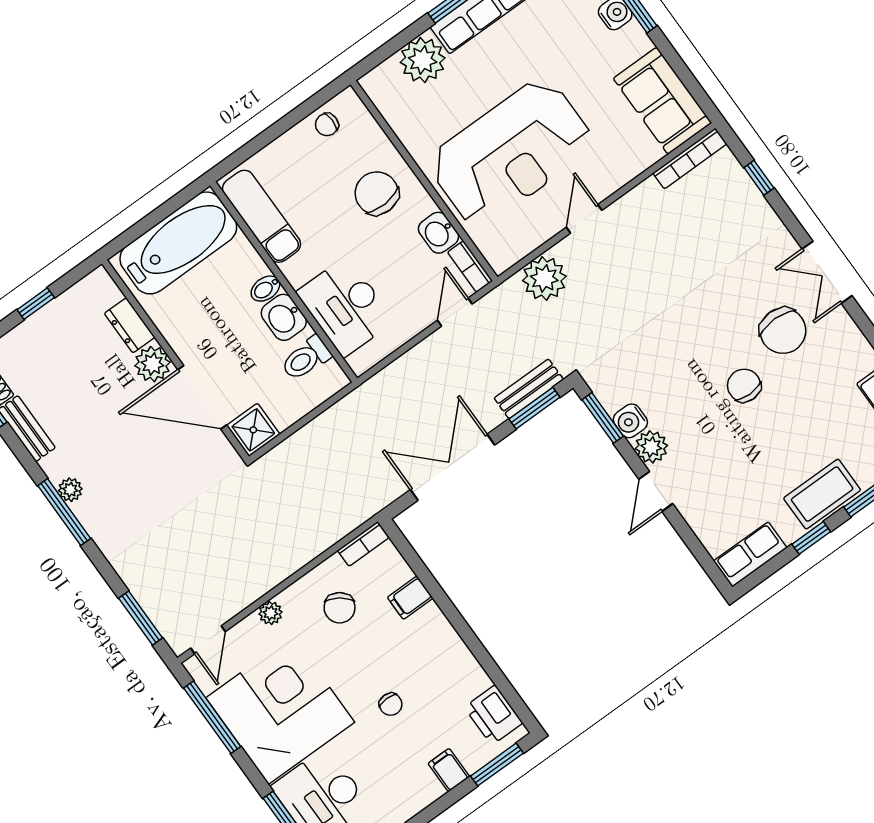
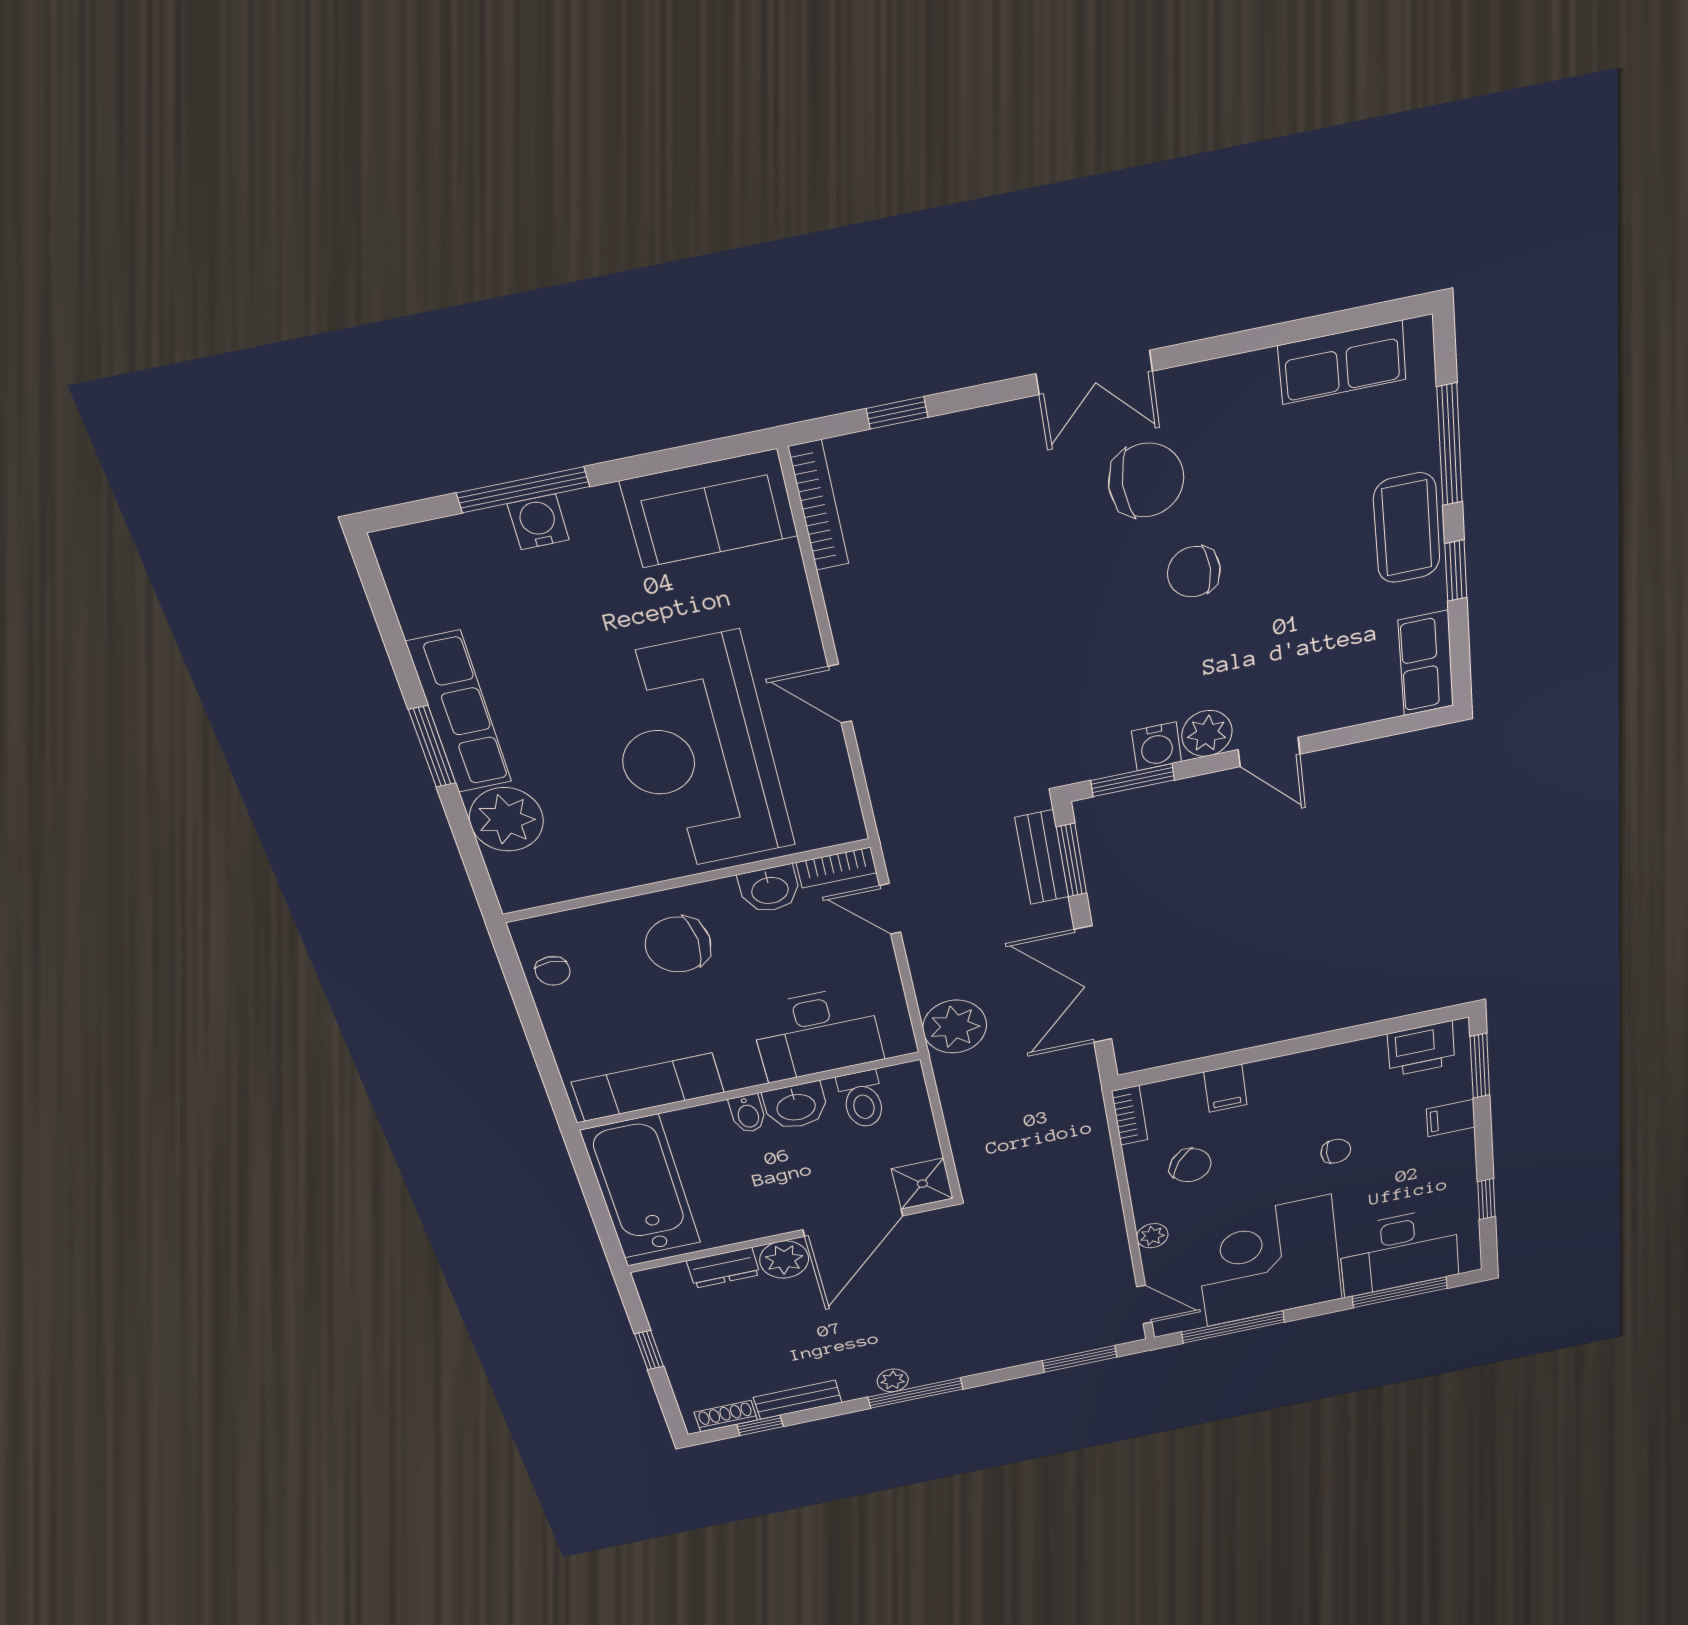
reception desk: (511, 153) -> (696, 755), turned 180
plant: (544, 278) -> (955, 1027), moved

